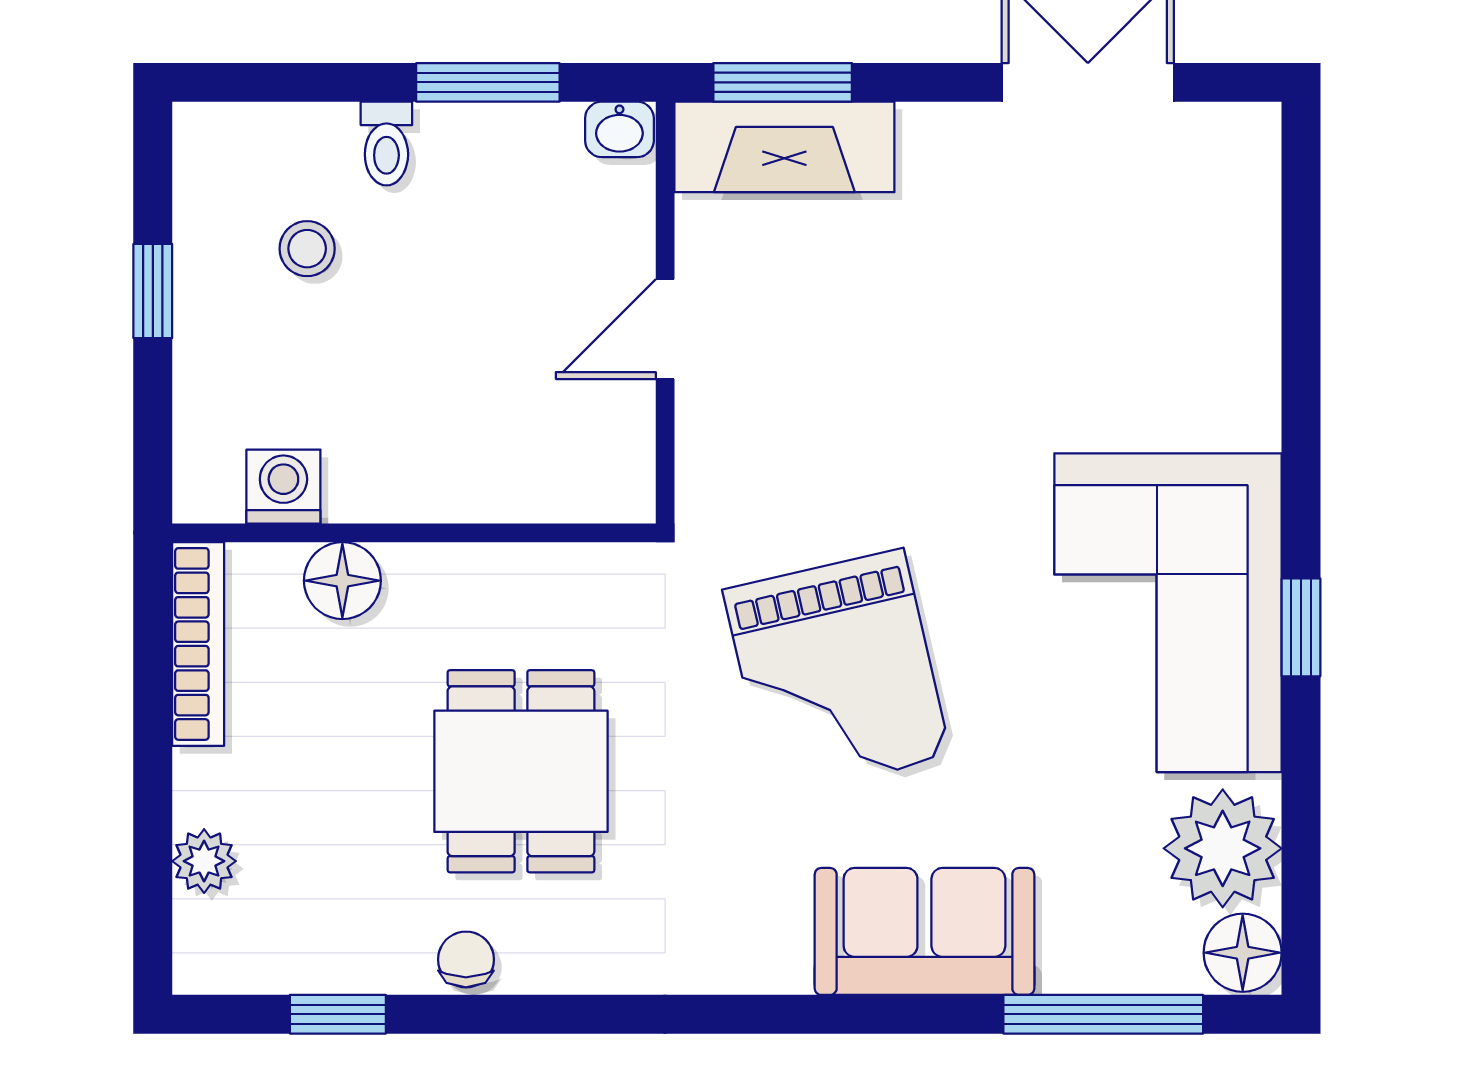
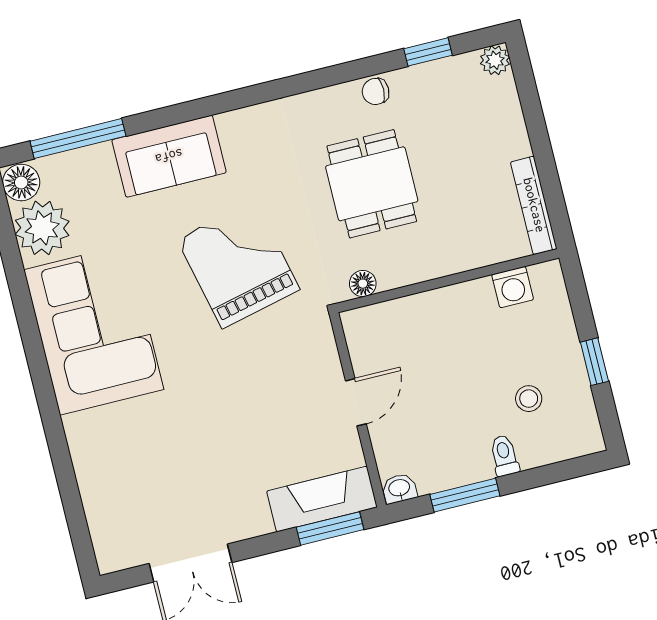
floor lamp: (342, 581) -> (363, 284), moved, width x0.73, depth x0.73
window: (1301, 627) -> (31, 338), removed
plant: (204, 861) -> (495, 60), moved
chair: (466, 959) -> (376, 91), turned 90

